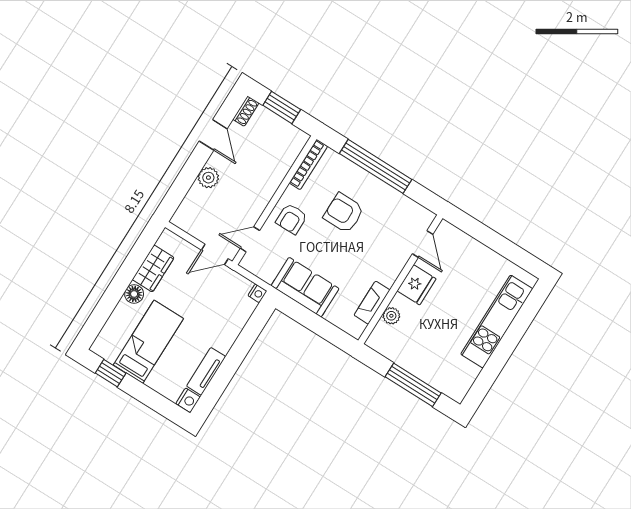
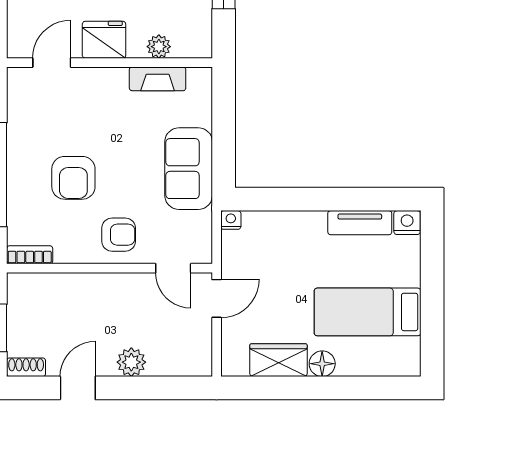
bookcase: (308, 164) -> (30, 255), width x0.64
door: (215, 254) -> (217, 298), hinge flipped
window: (111, 373) -> (432, 333), removed

